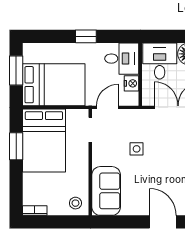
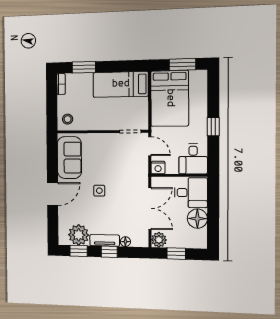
nightstand: (132, 83) -> (158, 168), moved
bed: (44, 141) -> (121, 84), width x0.67
window: (16, 146) -> (84, 67), moved
side table: (137, 149) -> (99, 191), moved
sofa: (106, 191) -> (69, 158), moved, turned -90

